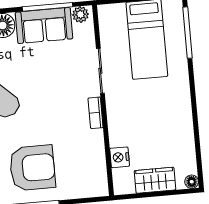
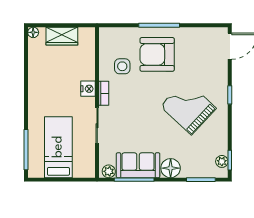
side table: (75, 149) -> (122, 66), added
nightstand: (120, 157) -> (88, 89), moved

